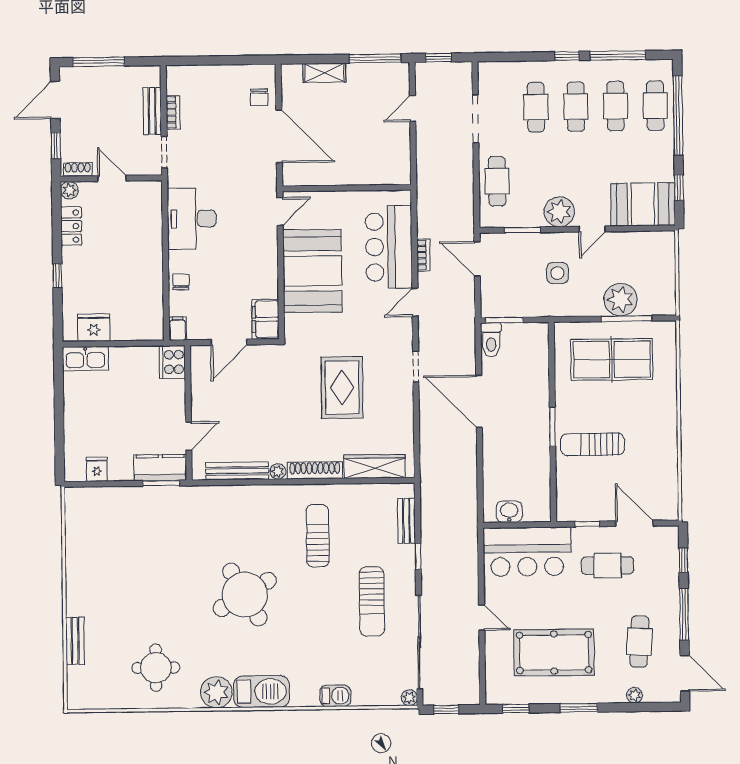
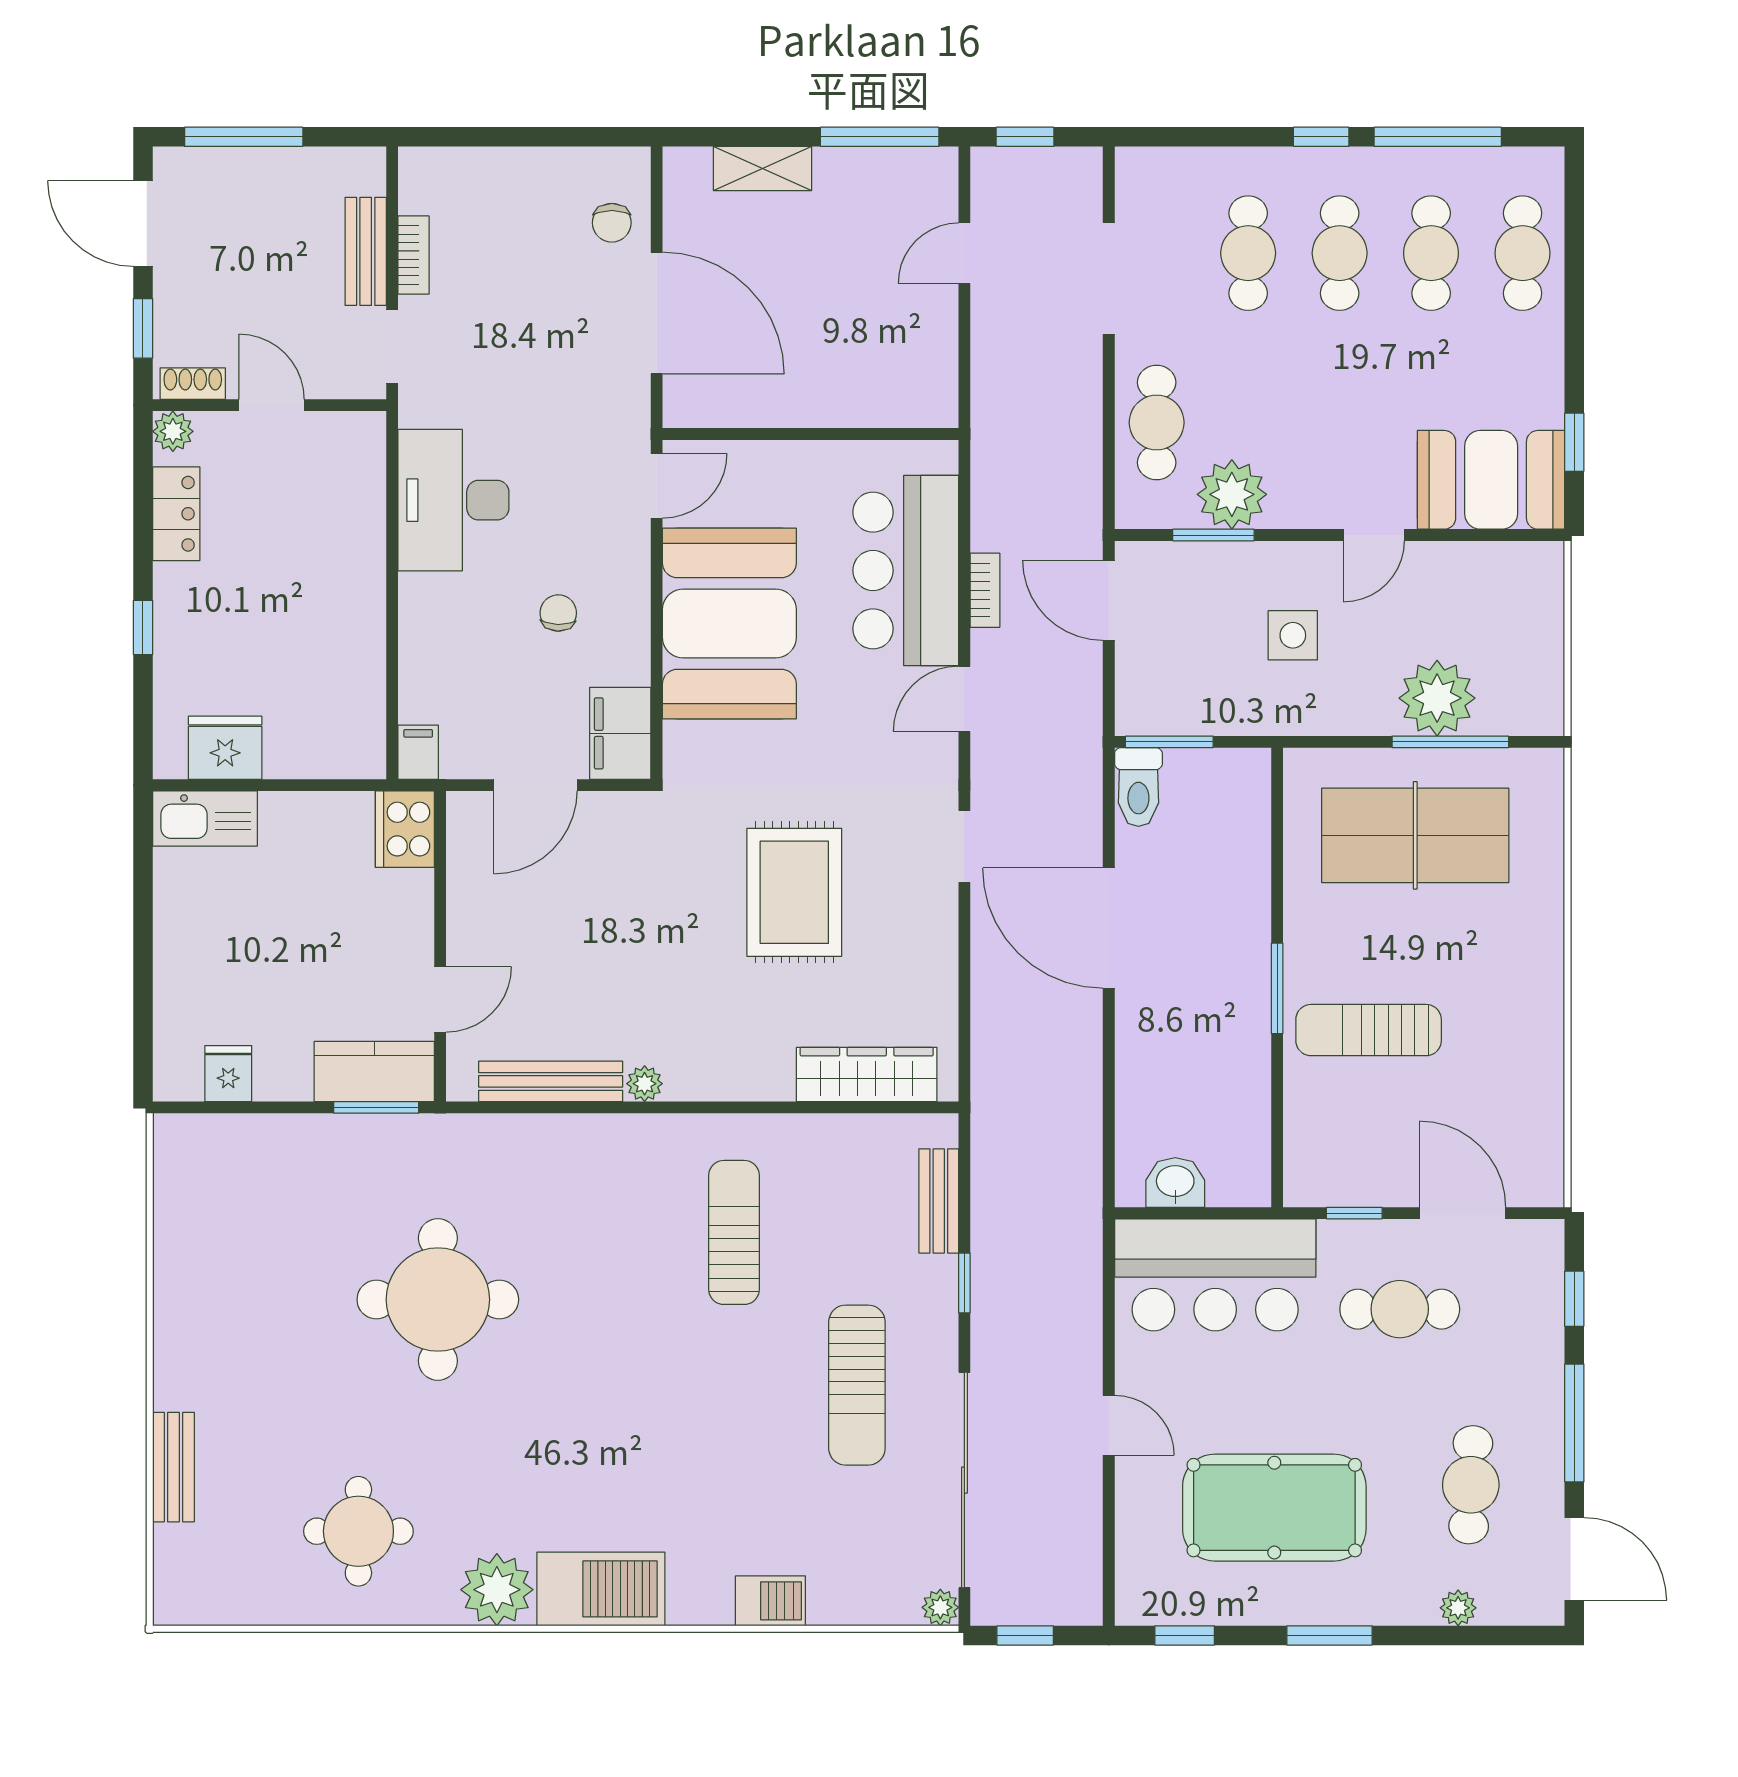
door: (55, 100) -> (143, 223), hinge flipped
window: (678, 115) -> (1574, 276), removed
plant: (559, 212) -> (1232, 494), moved
chair: (181, 282) -> (558, 613), moved
shoe rack: (315, 470) -> (729, 1082), removed
round table: (245, 594) -> (438, 1300), moved, turned 30

